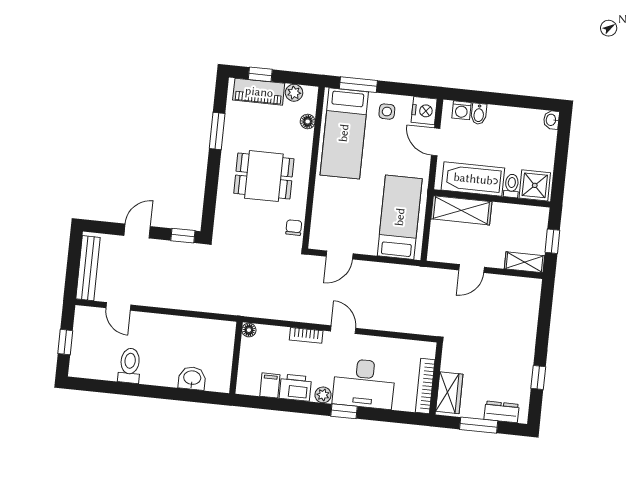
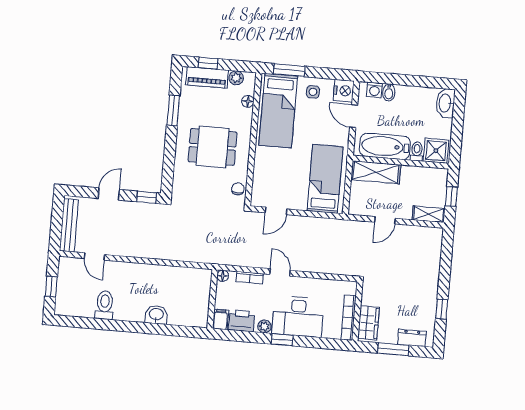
washbasin: (551, 120) -> (445, 103), width x1.91, depth x1.45
floor lamp: (249, 330) -> (223, 276), moved
wall: (236, 358) -> (212, 299), moved

